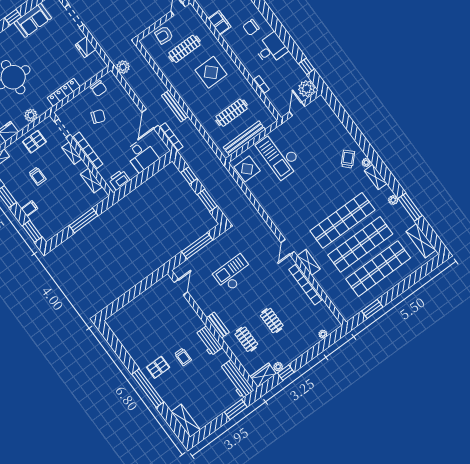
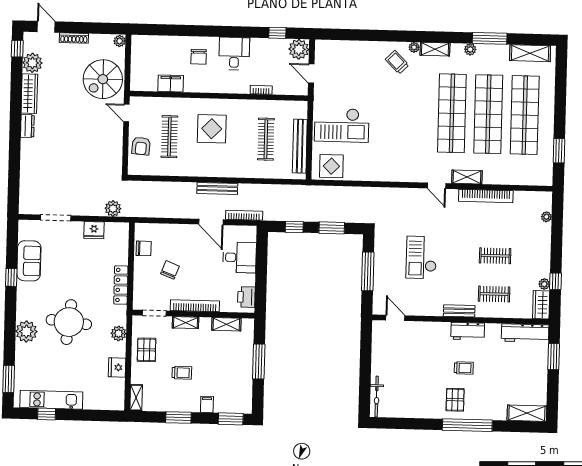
plant: (123, 67) -> (113, 208), moved
bicycle: (120, 315) -> (377, 397), added

